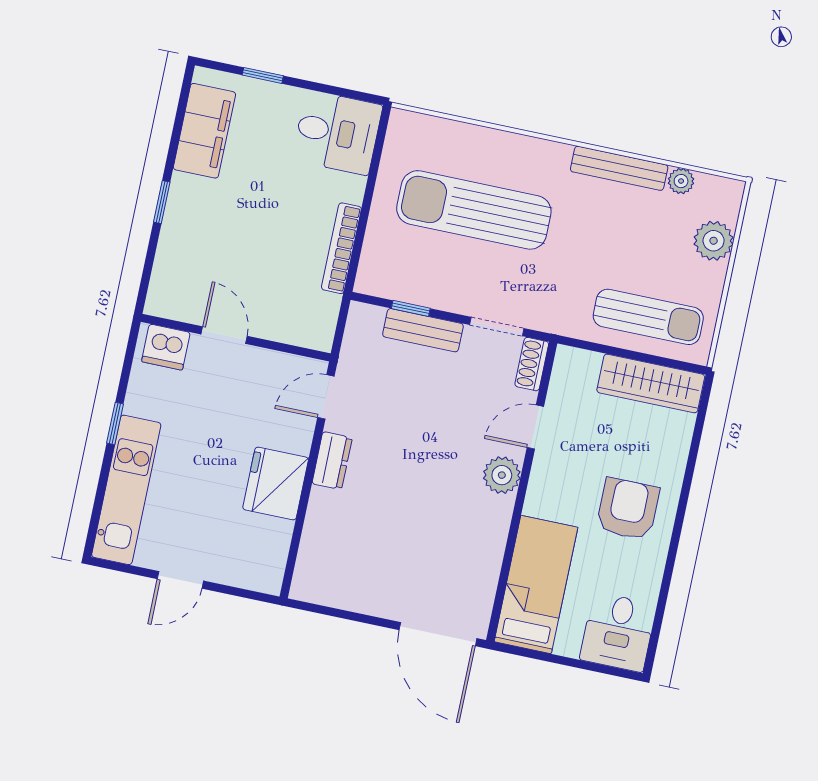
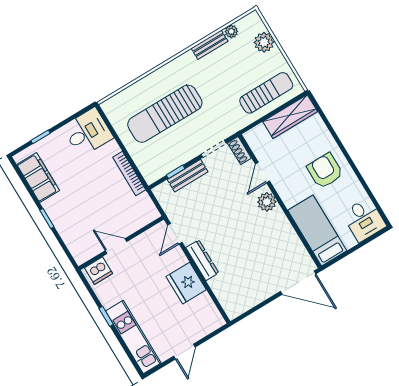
bench: (619, 168) -> (210, 45), width x0.73
dresser: (332, 461) -> (202, 260), width x1.44

